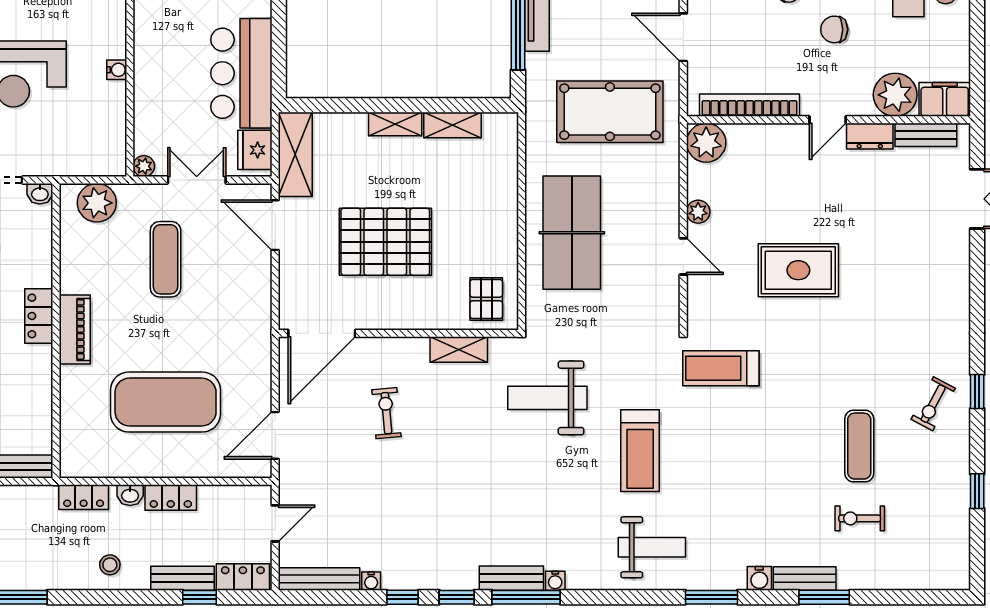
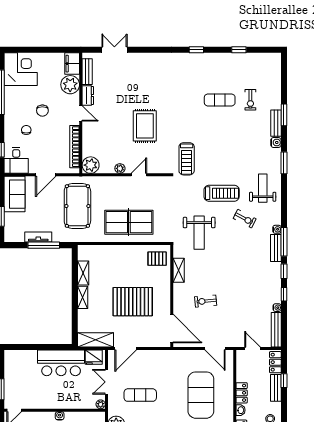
pallet: (385, 242) -> (133, 302), turned 90
exercise bike: (933, 404) -> (245, 219), moved

